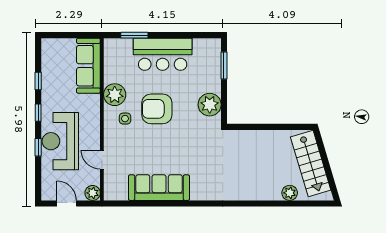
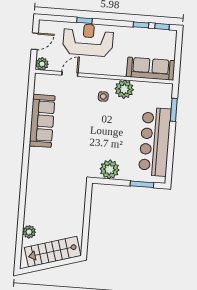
bar counter: (163, 54) -> (155, 142), width x1.36
armchair: (157, 109) -> (109, 124), removed
window: (38, 113) -> (162, 26), moved

